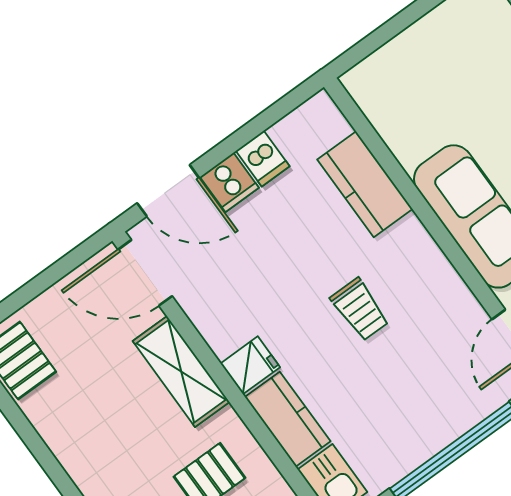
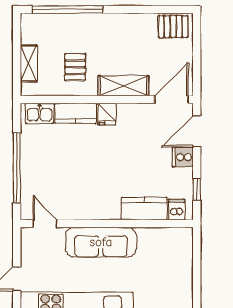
window: (267, 119) -> (197, 189), added
dishwasher: (263, 159) -> (177, 209), moved, turned 90
trolley: (360, 309) -> (98, 172), removed

